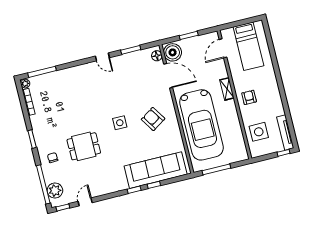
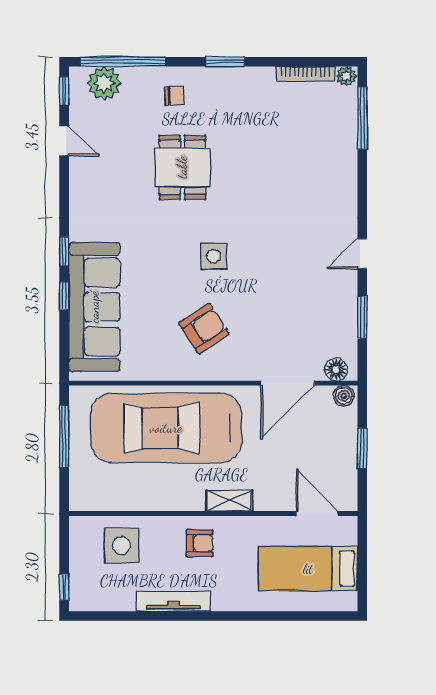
boiler: (173, 52) -> (344, 396), width x0.54, depth x0.54
tv unit: (285, 132) -> (173, 601), moved

